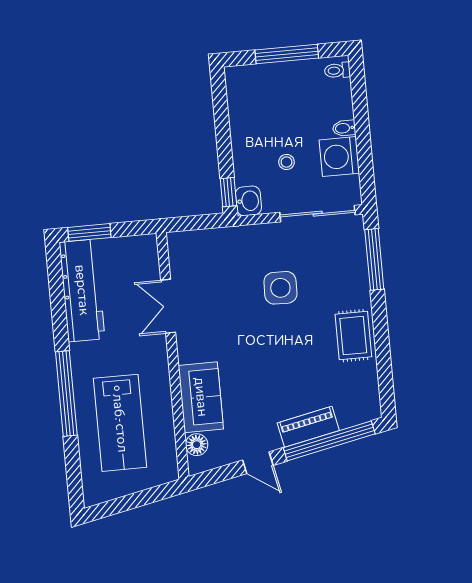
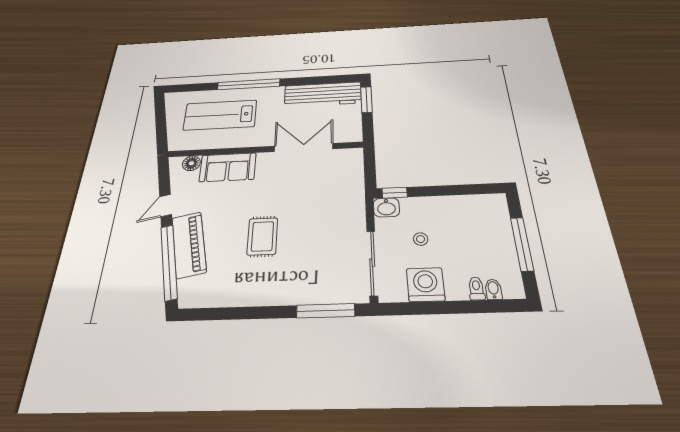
toilet: (337, 70) -> (476, 288), moved
bidet: (344, 128) -> (493, 289), moved
side table: (280, 288) -> (308, 229), removed
double door: (168, 306) -> (304, 148), width x1.37
rug: (353, 336) -> (262, 236), moved, turned 90
piano: (308, 427) -> (189, 245), width x1.37, depth x1.33

